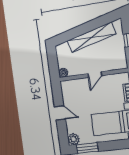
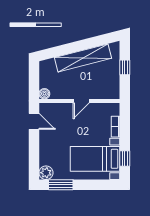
door: (60, 113) -> (34, 121), moved

